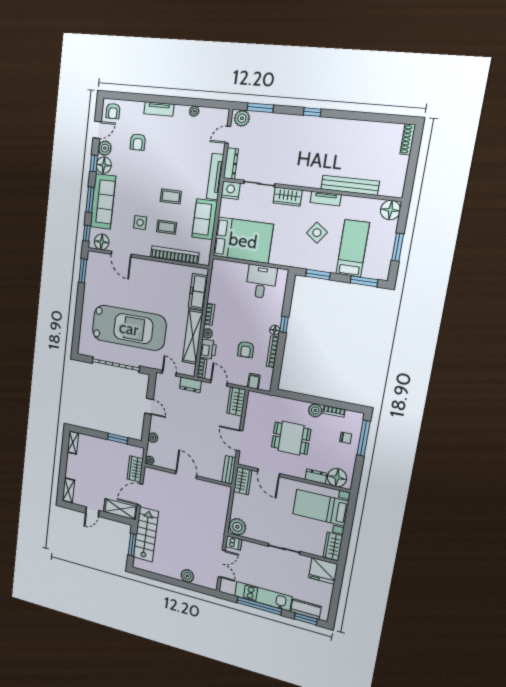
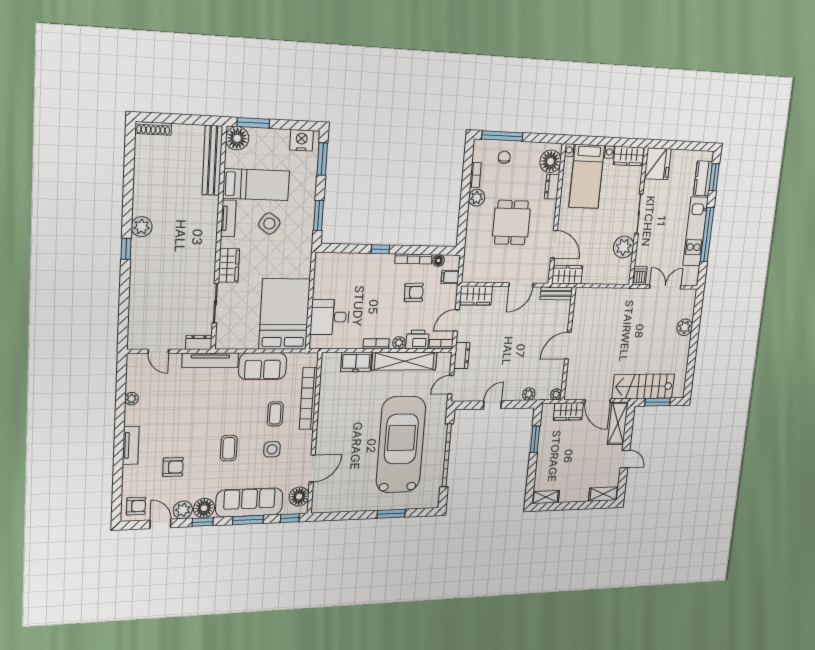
window: (260, 108) -> (124, 314), removed
plant: (242, 118) -> (142, 227), moved
dresser: (231, 164) -> (199, 342), width x0.70
bench: (350, 185) -> (212, 160), moved
nightstand: (230, 190) -> (302, 140), moved, turned 90
coffee table: (171, 196) -> (229, 448), moved
window: (398, 247) -> (253, 123), moved
bed: (353, 248) -> (256, 185), moved, turned 180
window: (83, 271) -> (391, 514), moved
desk: (261, 282) -> (330, 317), moved
freezer: (198, 292) -> (356, 362), width x0.71
floor lamp: (275, 330) -> (438, 261), moved
door: (269, 473) -> (554, 244), hinge flipped
plant: (237, 527) -> (624, 247), moved

